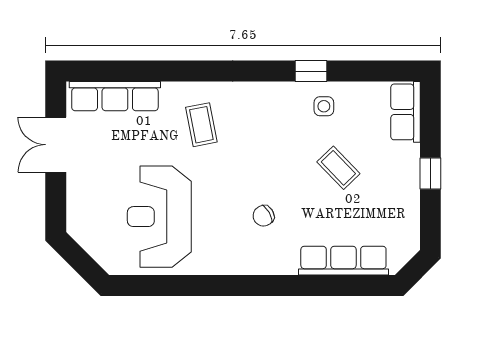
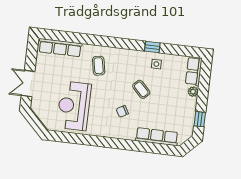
double door: (56, 145) -> (28, 84), moved
plant: (409, 156) -> (193, 92), added
coffee table: (338, 168) -> (141, 89), moved
window: (430, 174) -> (200, 119), moved

